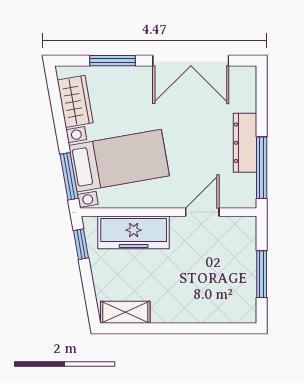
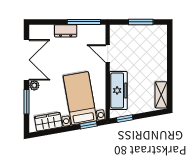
plant: (143, 75) -> (34, 85), added
dresser: (245, 143) -> (66, 31), width x0.70
window: (69, 176) -> (88, 125), width x0.67

